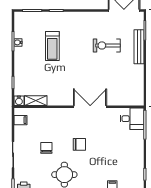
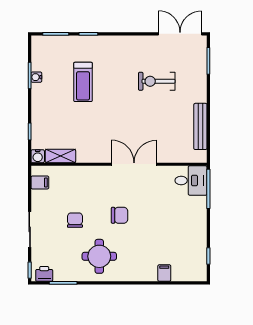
bench: (139, 47) -> (200, 126), moved

